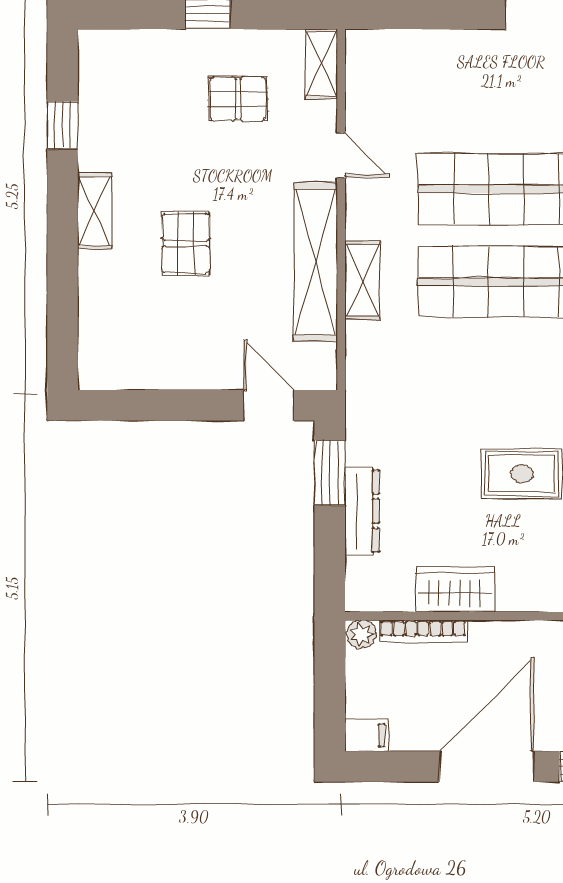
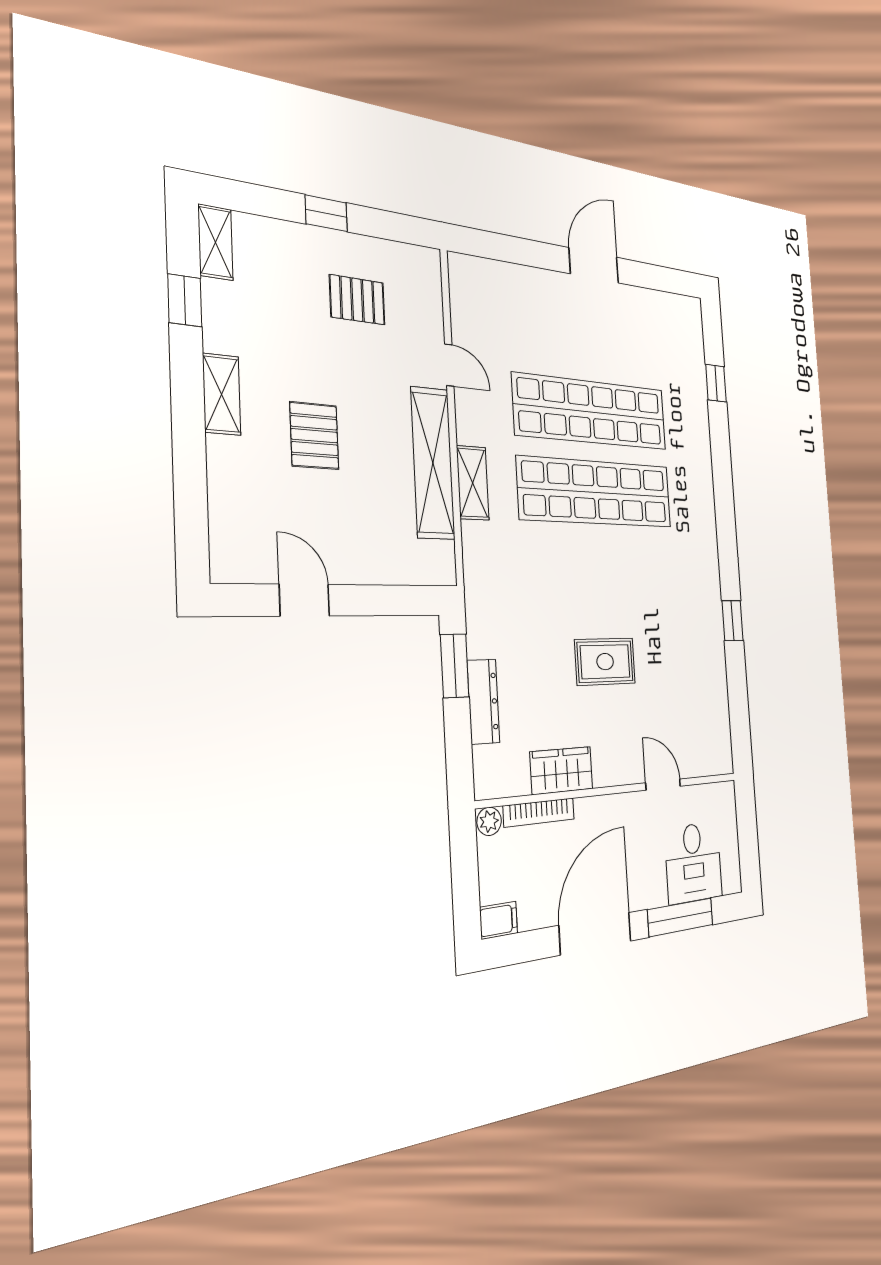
shelving: (321, 64) -> (215, 242), moved
door: (268, 405) -> (304, 600), moved

